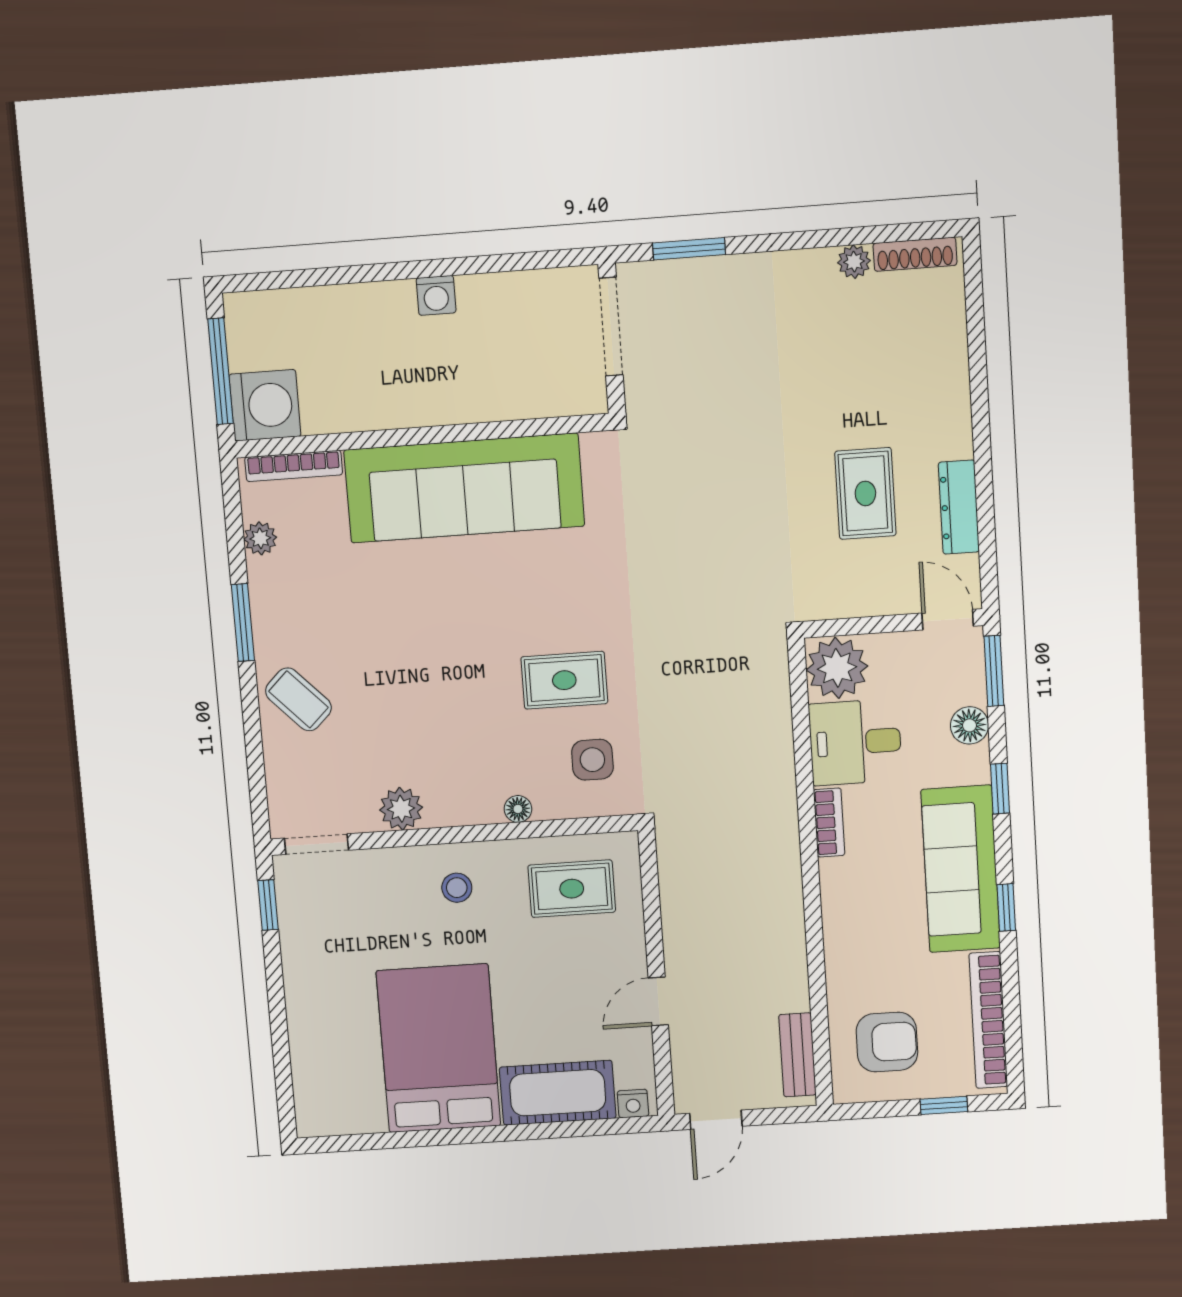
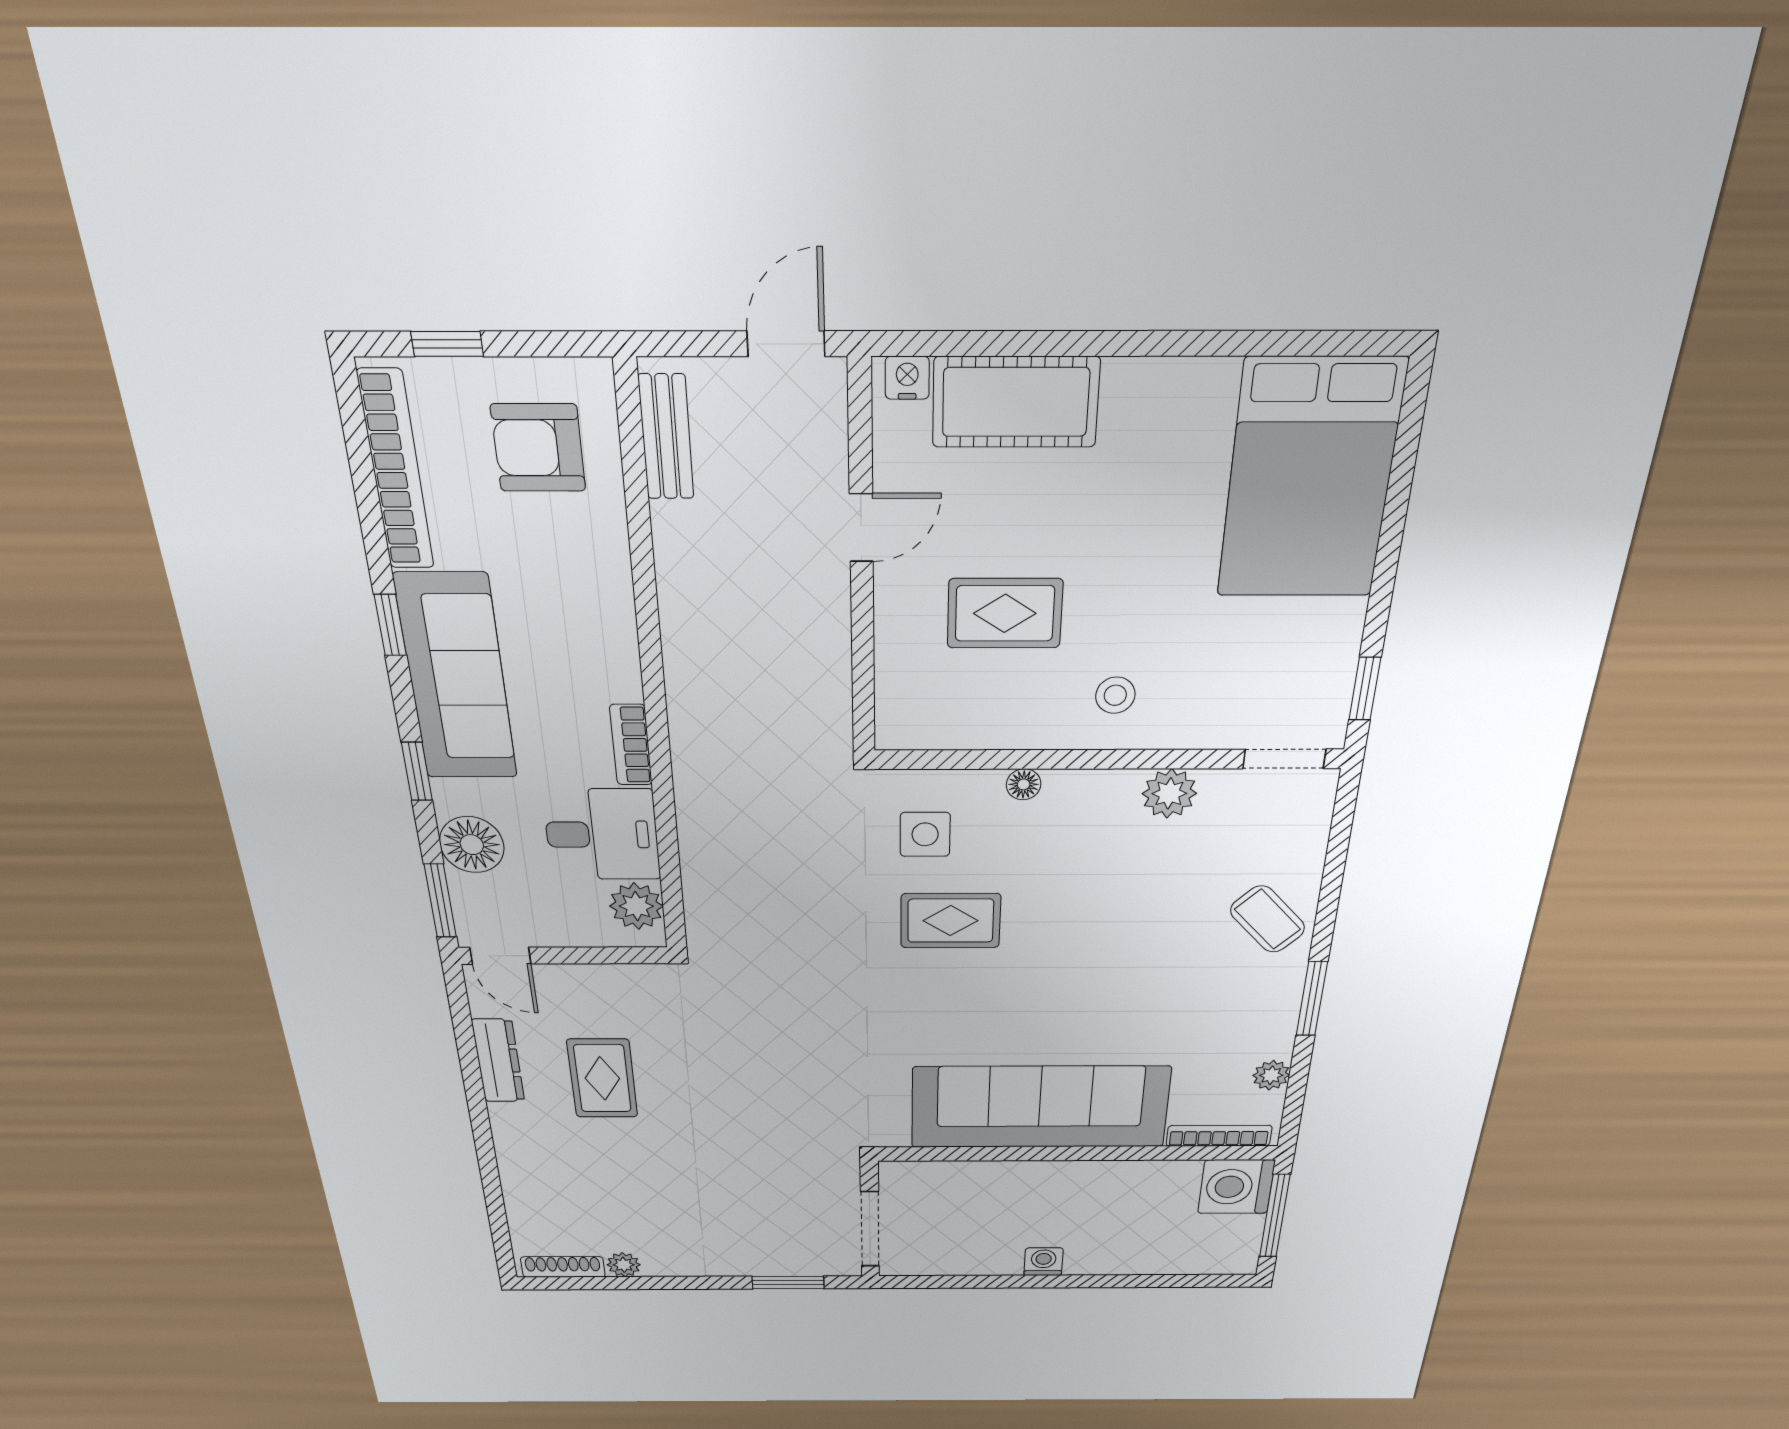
plant: (837, 668) -> (636, 906), width x0.73, depth x0.73
floor lamp: (969, 725) -> (472, 845), width x1.38, depth x1.38
rug: (572, 889) -> (1005, 613), moved
bed: (438, 1048) -> (1310, 480), moved

